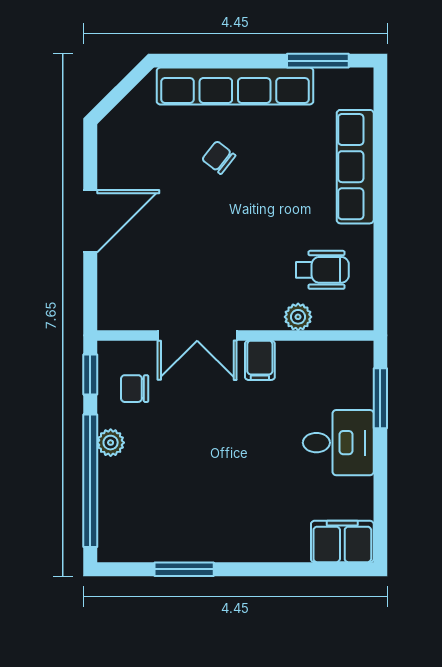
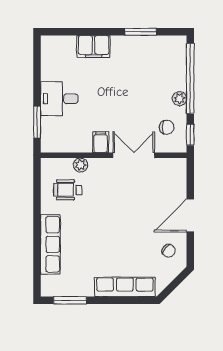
row of seats: (235, 86) -> (125, 287), width x0.73
chair: (219, 158) -> (169, 251), moved
filing cabinet: (342, 542) -> (94, 46), moved

